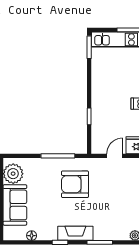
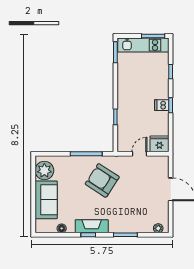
armchair: (75, 184) -> (102, 180), turned 33
fireplace: (75, 233) -> (92, 226), moved

